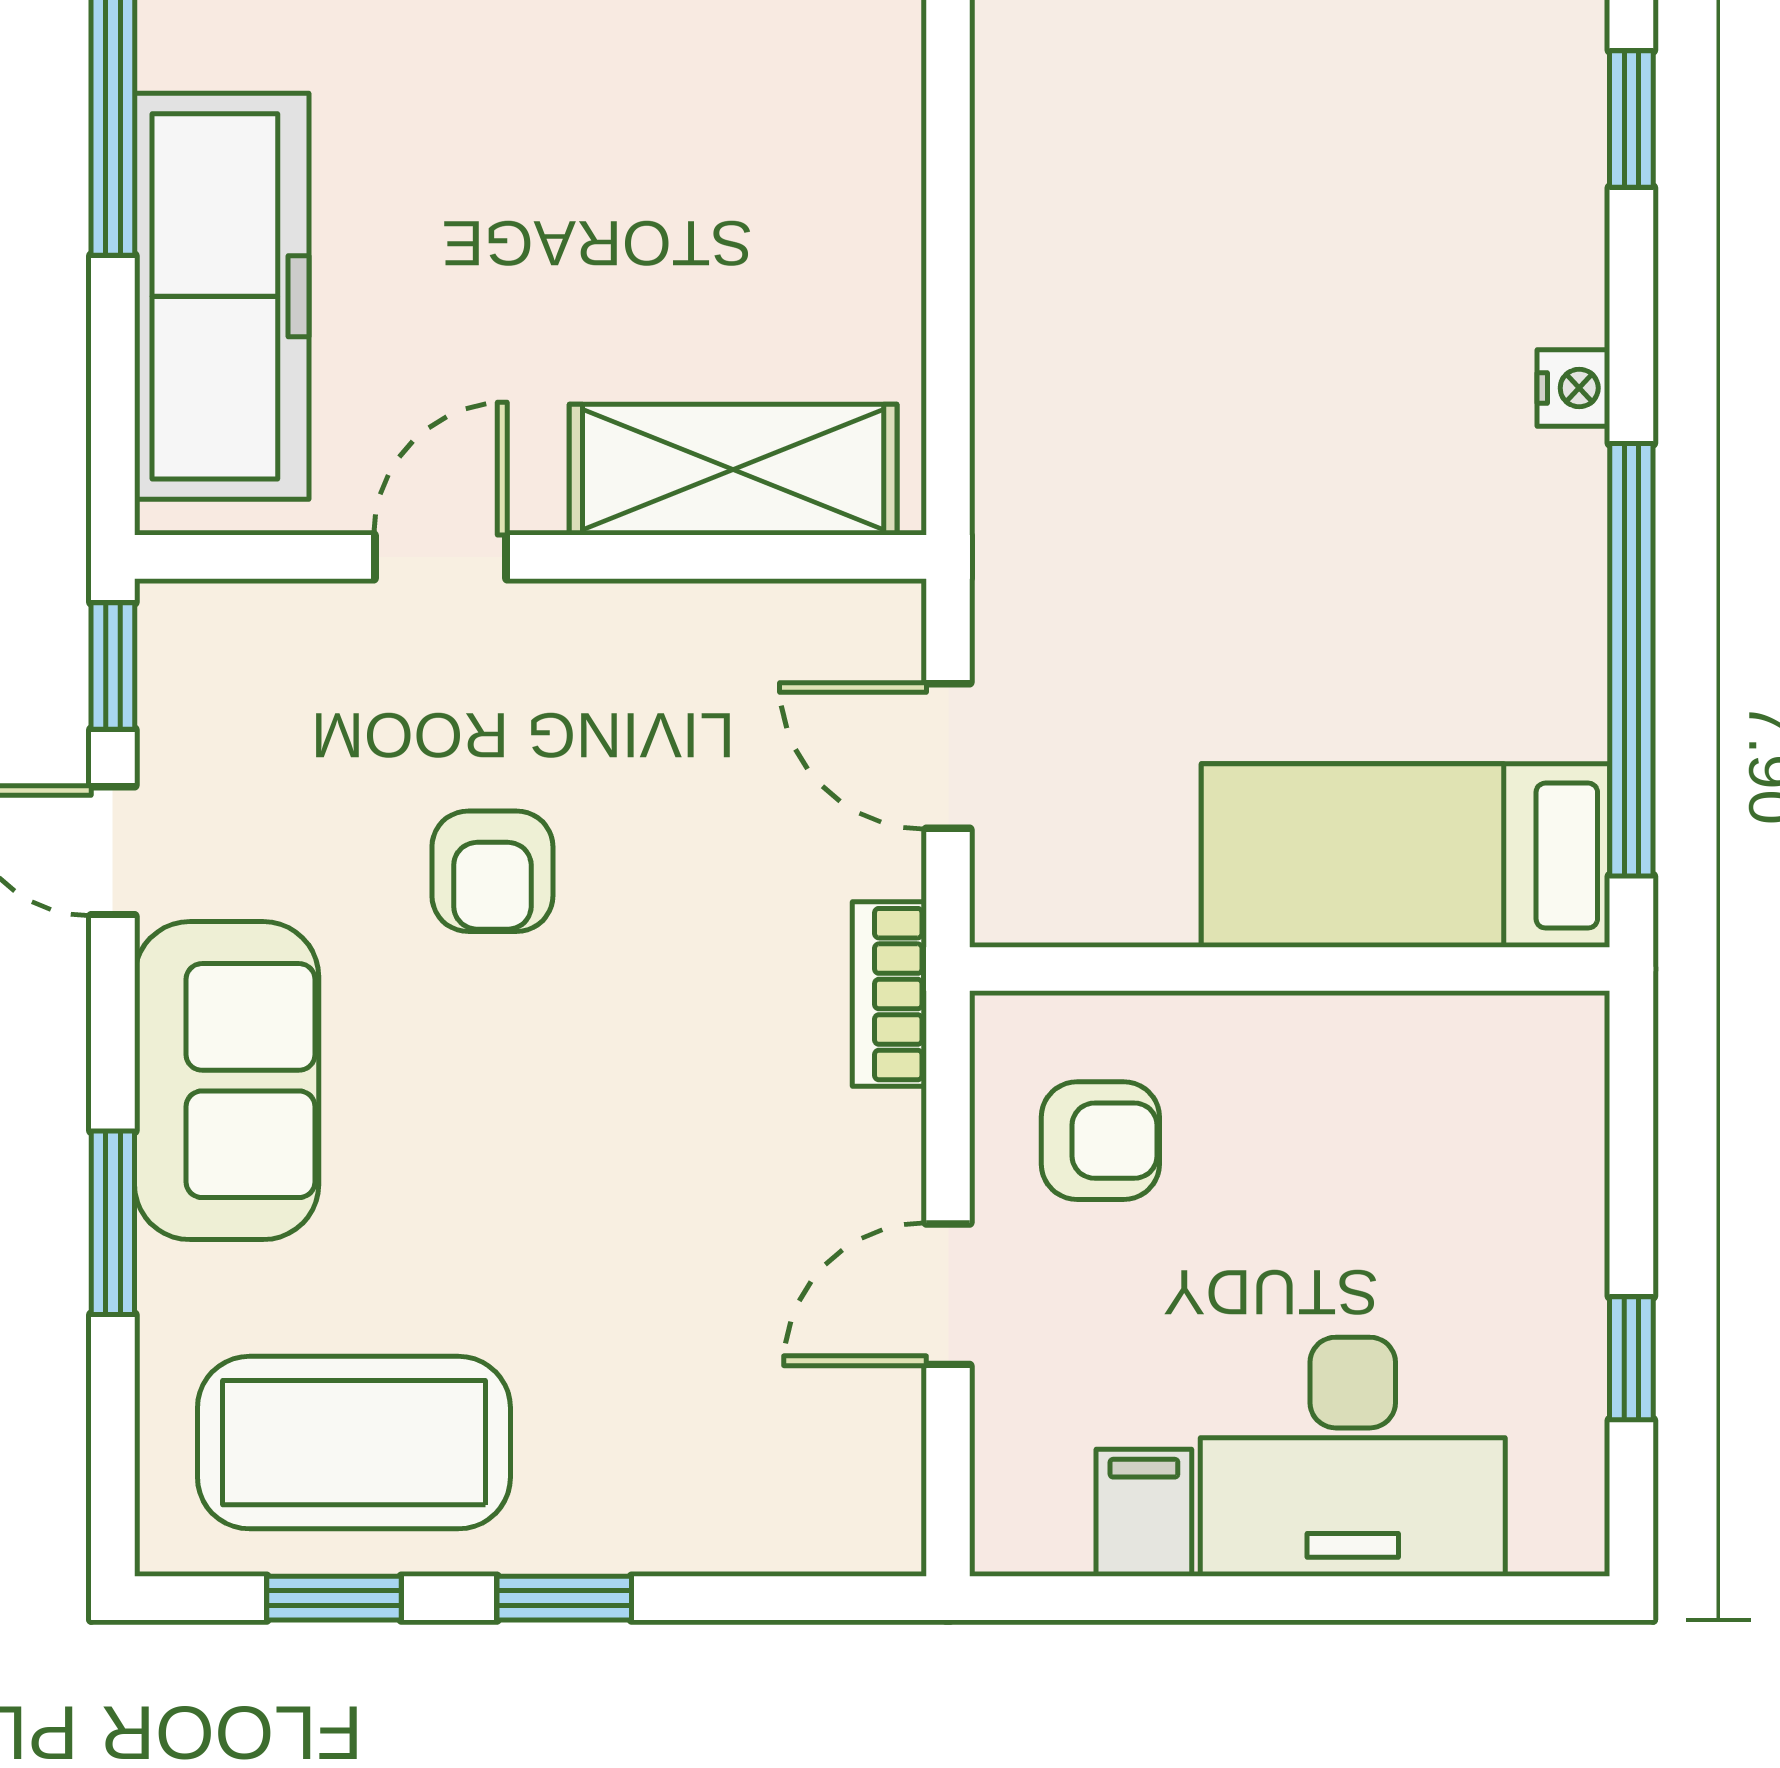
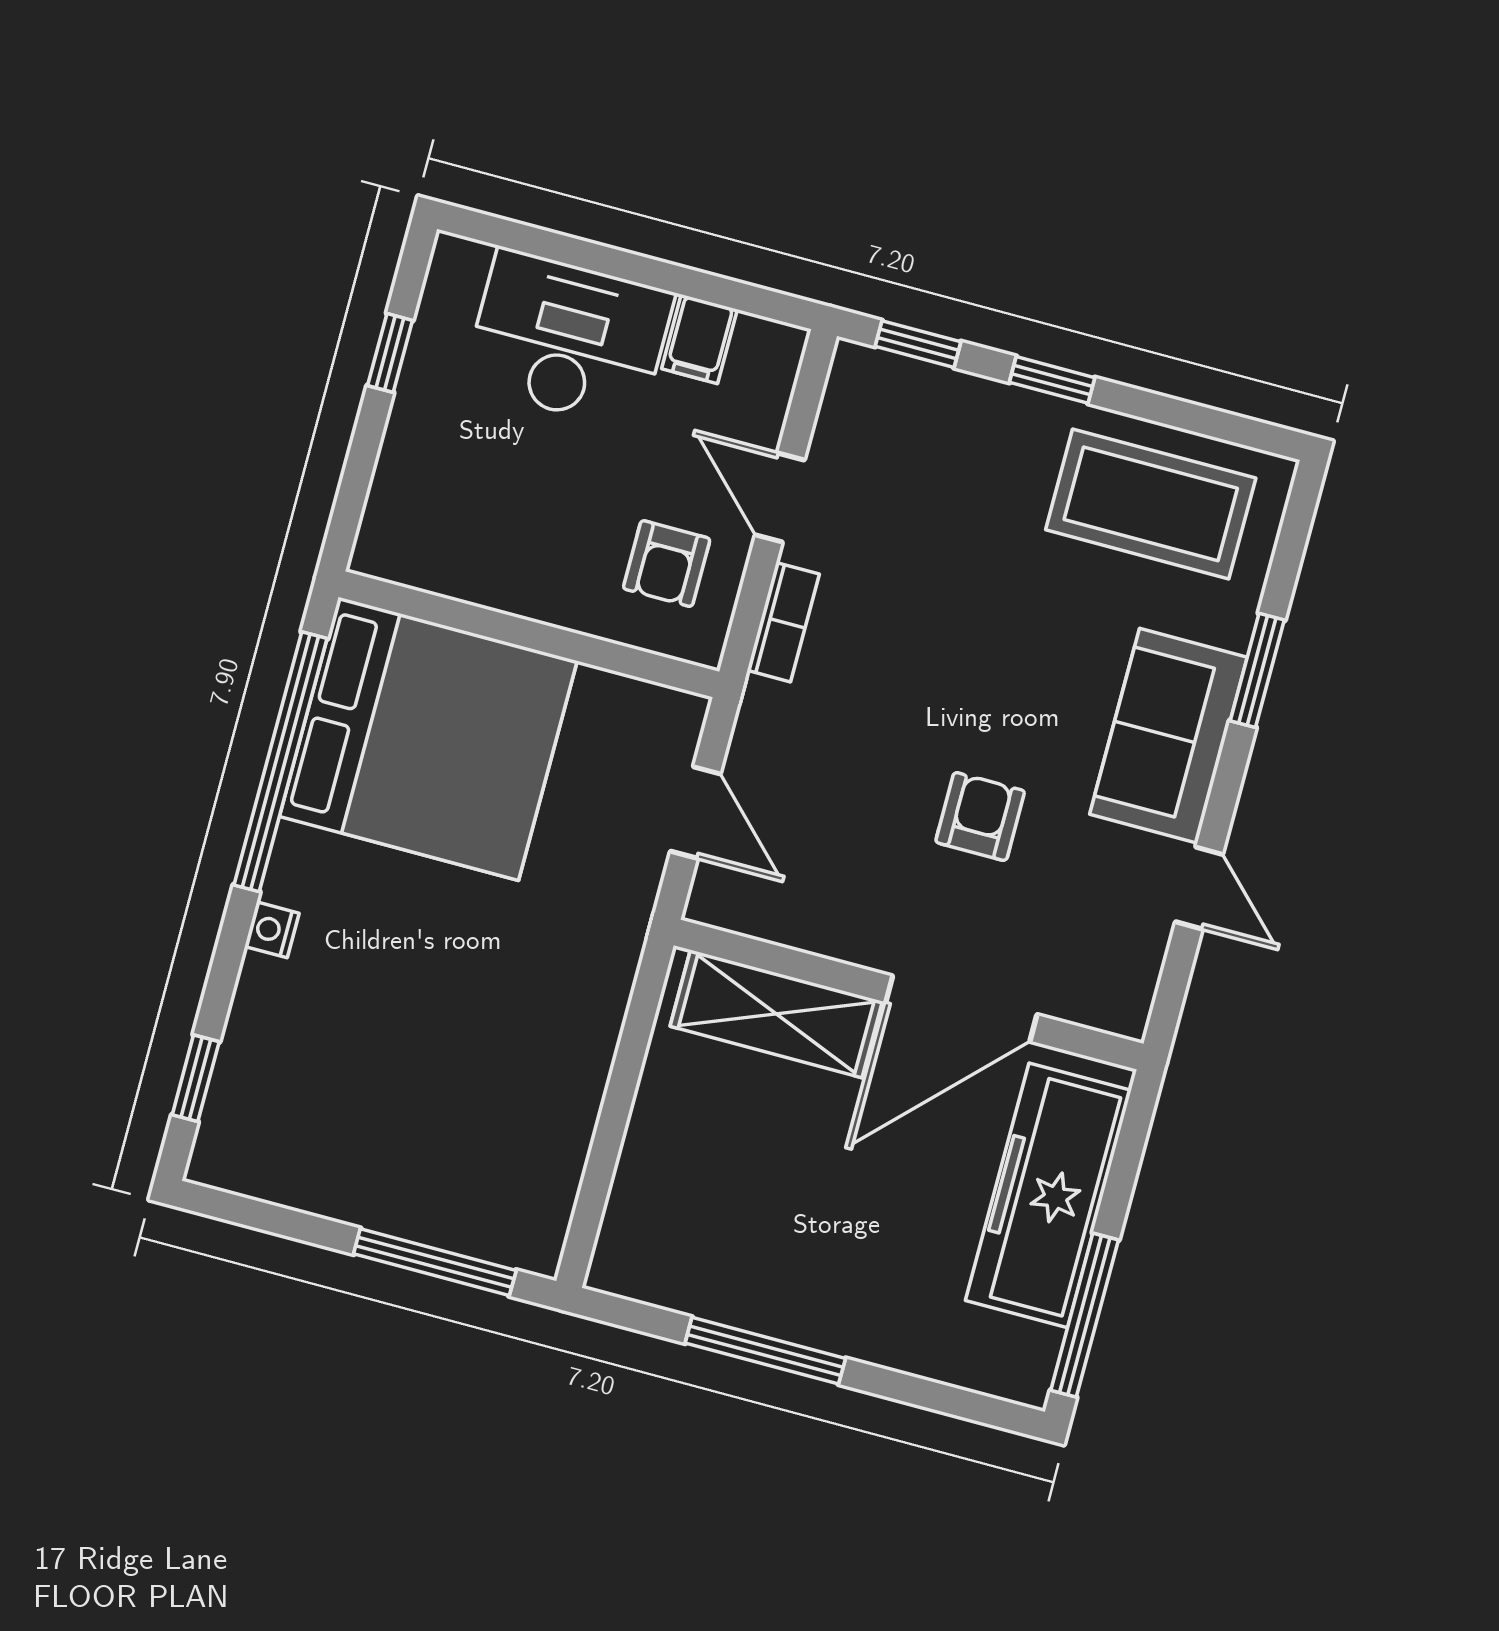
door: (441, 557) -> (961, 1009), width x1.87
window: (113, 666) -> (1170, 996), removed
bed: (1406, 856) -> (428, 739), width x2.04
bookcase: (889, 994) -> (783, 622), moved
armchair: (1100, 1141) -> (667, 564), turned -90
door: (948, 1294) -> (780, 498), swing flipped
window: (334, 1598) -> (918, 344), moved

